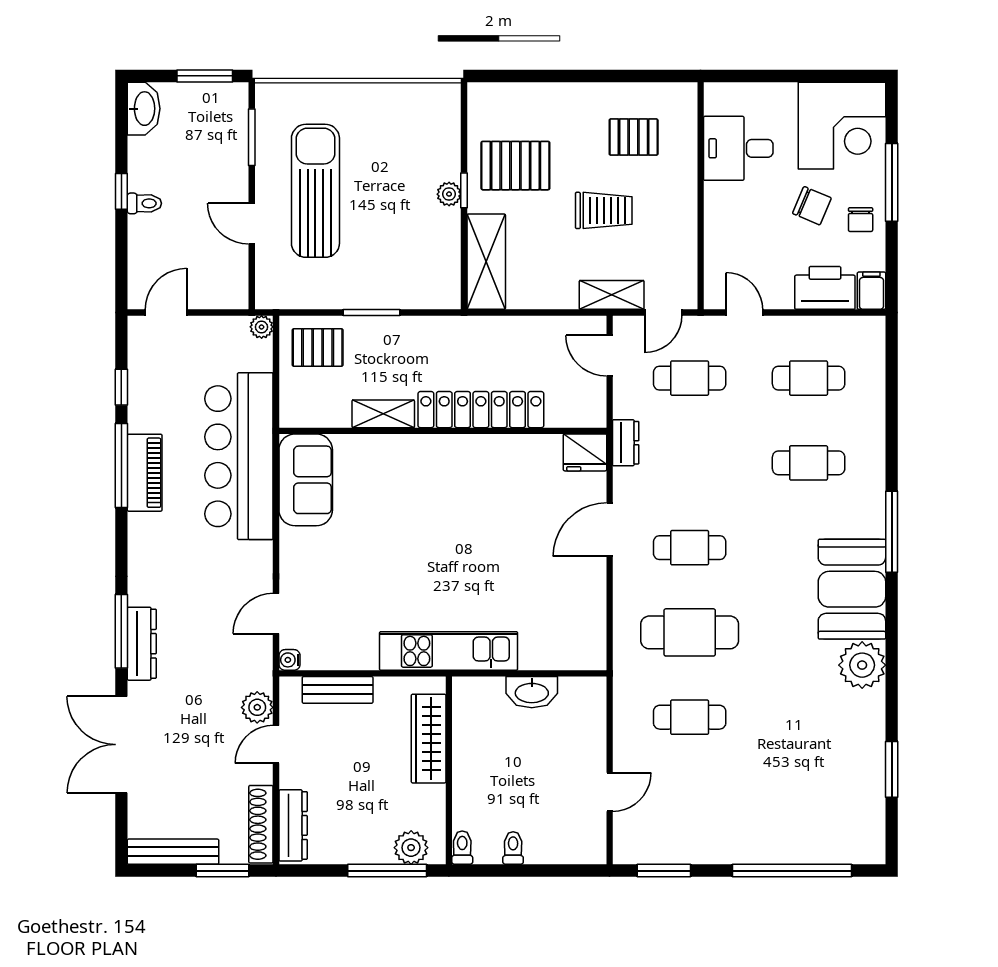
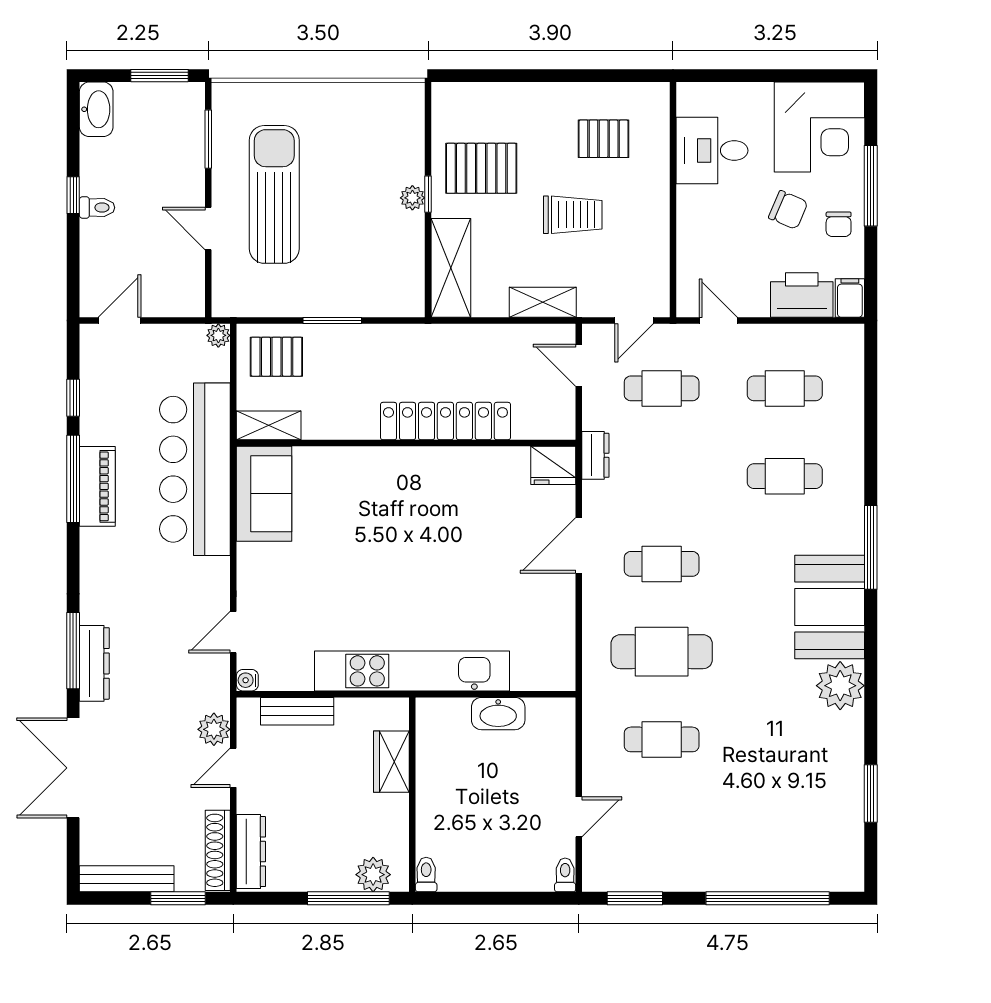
shelving: (612, 295) -> (543, 302), moved
shelving: (383, 414) -> (269, 425), moved
kitchen unit: (449, 651) -> (412, 671), width x1.36
wardrobe: (429, 739) -> (391, 762), width x0.67
toilet: (513, 848) -> (565, 875), moved

